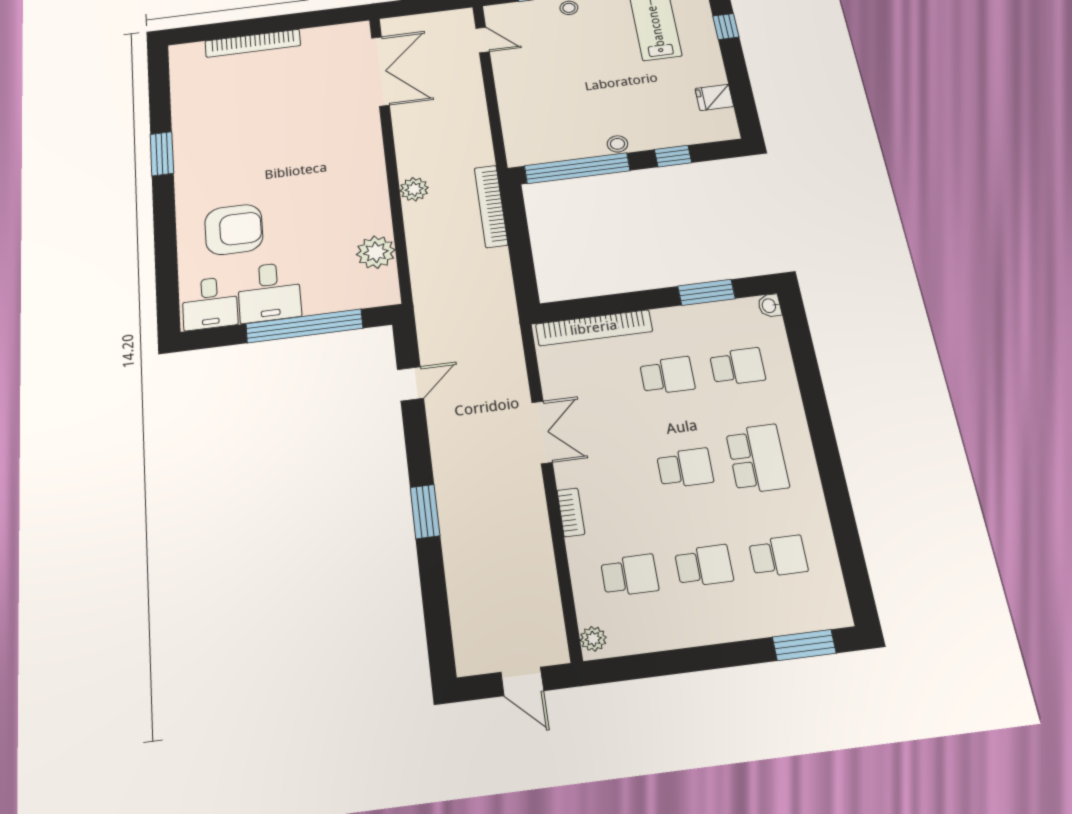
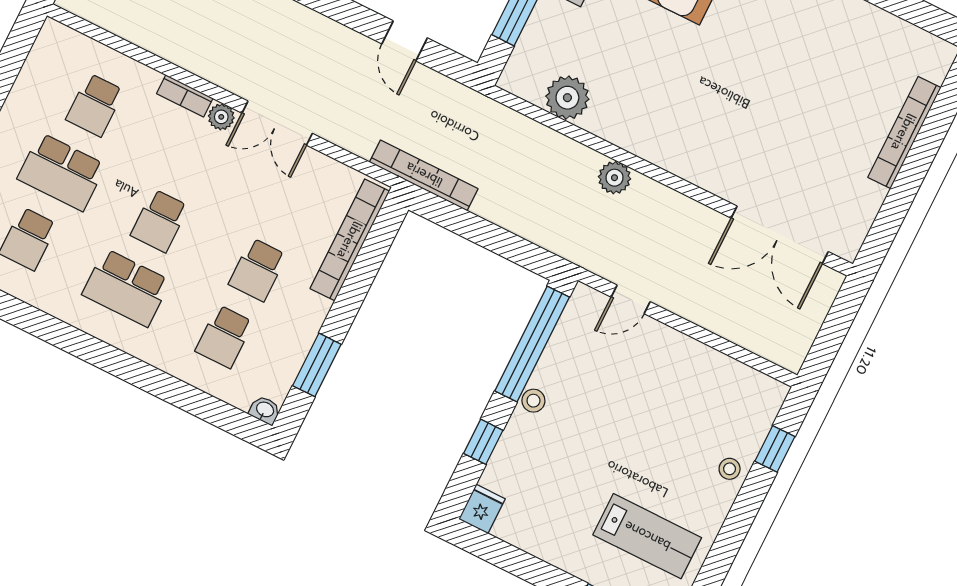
door: (483, 40) -> (631, 299), moved
fridge: (714, 97) -> (482, 509), moved
bookcase: (491, 206) -> (424, 175), moved
school desk: (704, 566) -> (62, 172), width x1.85
plant: (593, 639) -> (221, 117), moved

